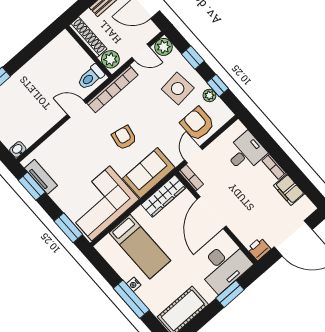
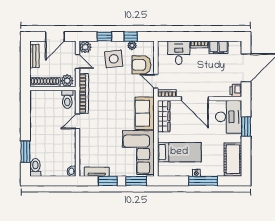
door: (141, 52) -> (78, 62), hinge flipped
armchair: (124, 138) -> (115, 110), removed
window: (32, 186) -> (108, 181), moved

